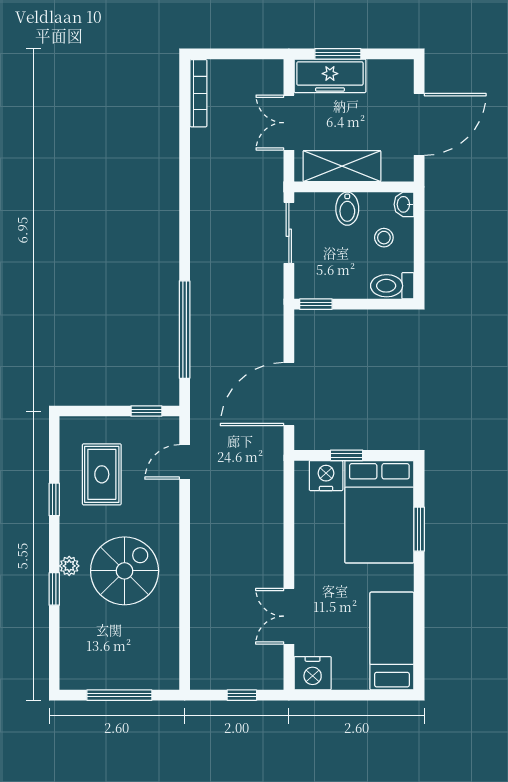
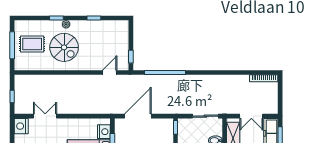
double door: (289, 123) -> (251, 116), swing flipped
door: (289, 394) -> (138, 116), hinge flipped
door: (185, 462) -> (110, 73), hinge flipped
rug: (102, 474) -> (32, 44), moved

